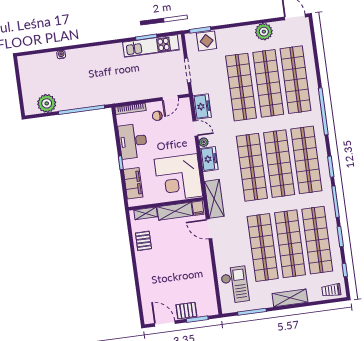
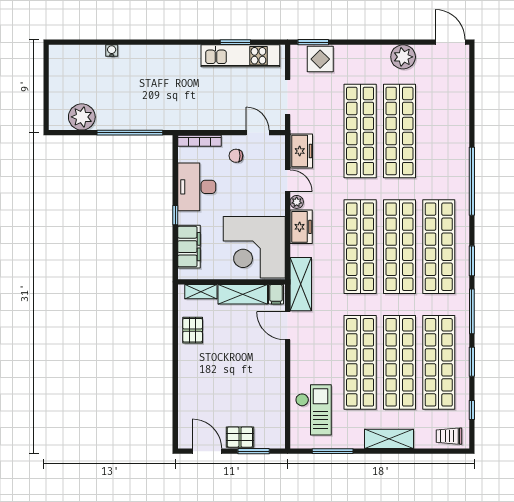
shop shelf: (296, 80) -> (439, 131), removed
door: (170, 98) -> (258, 133), swing flipped

